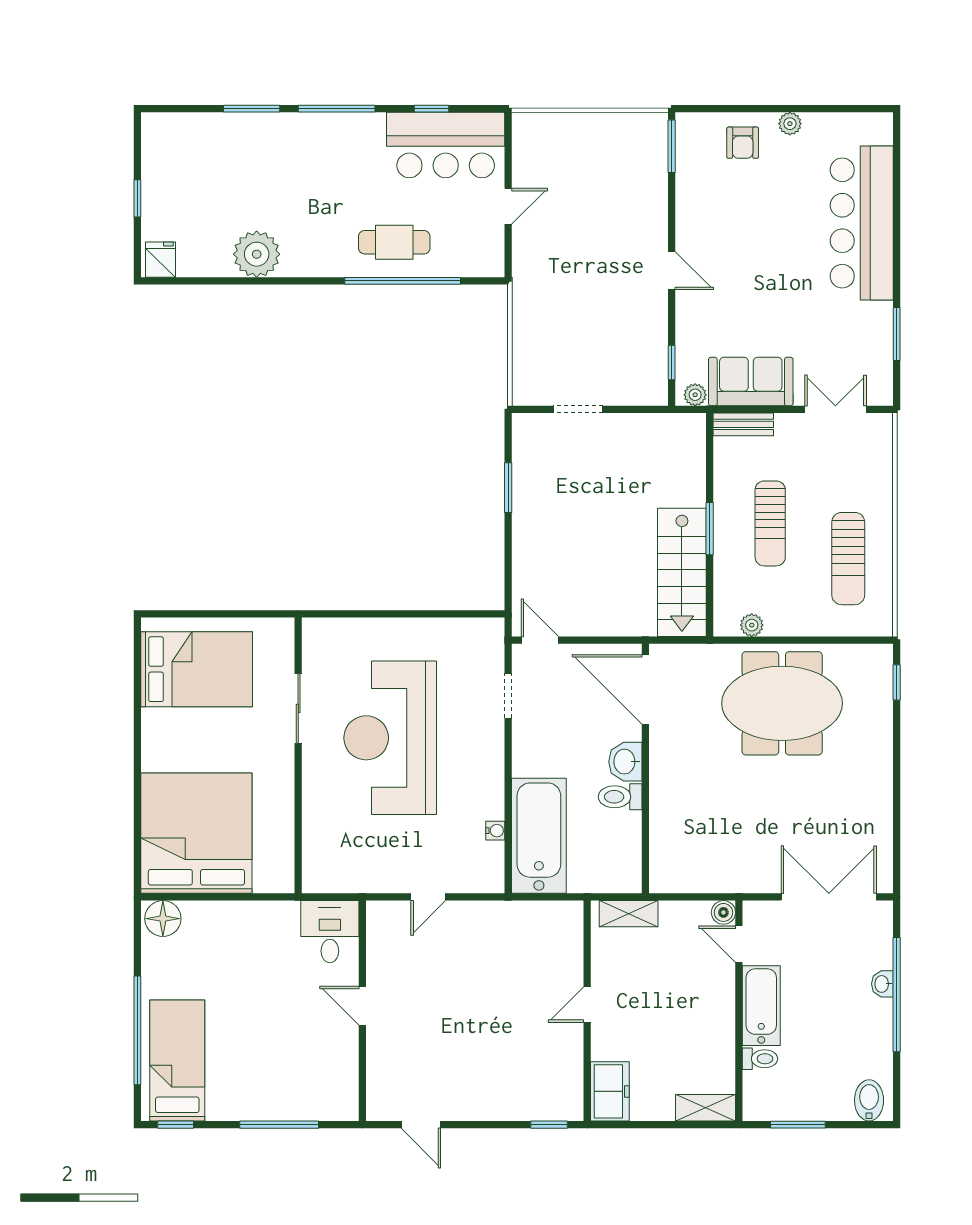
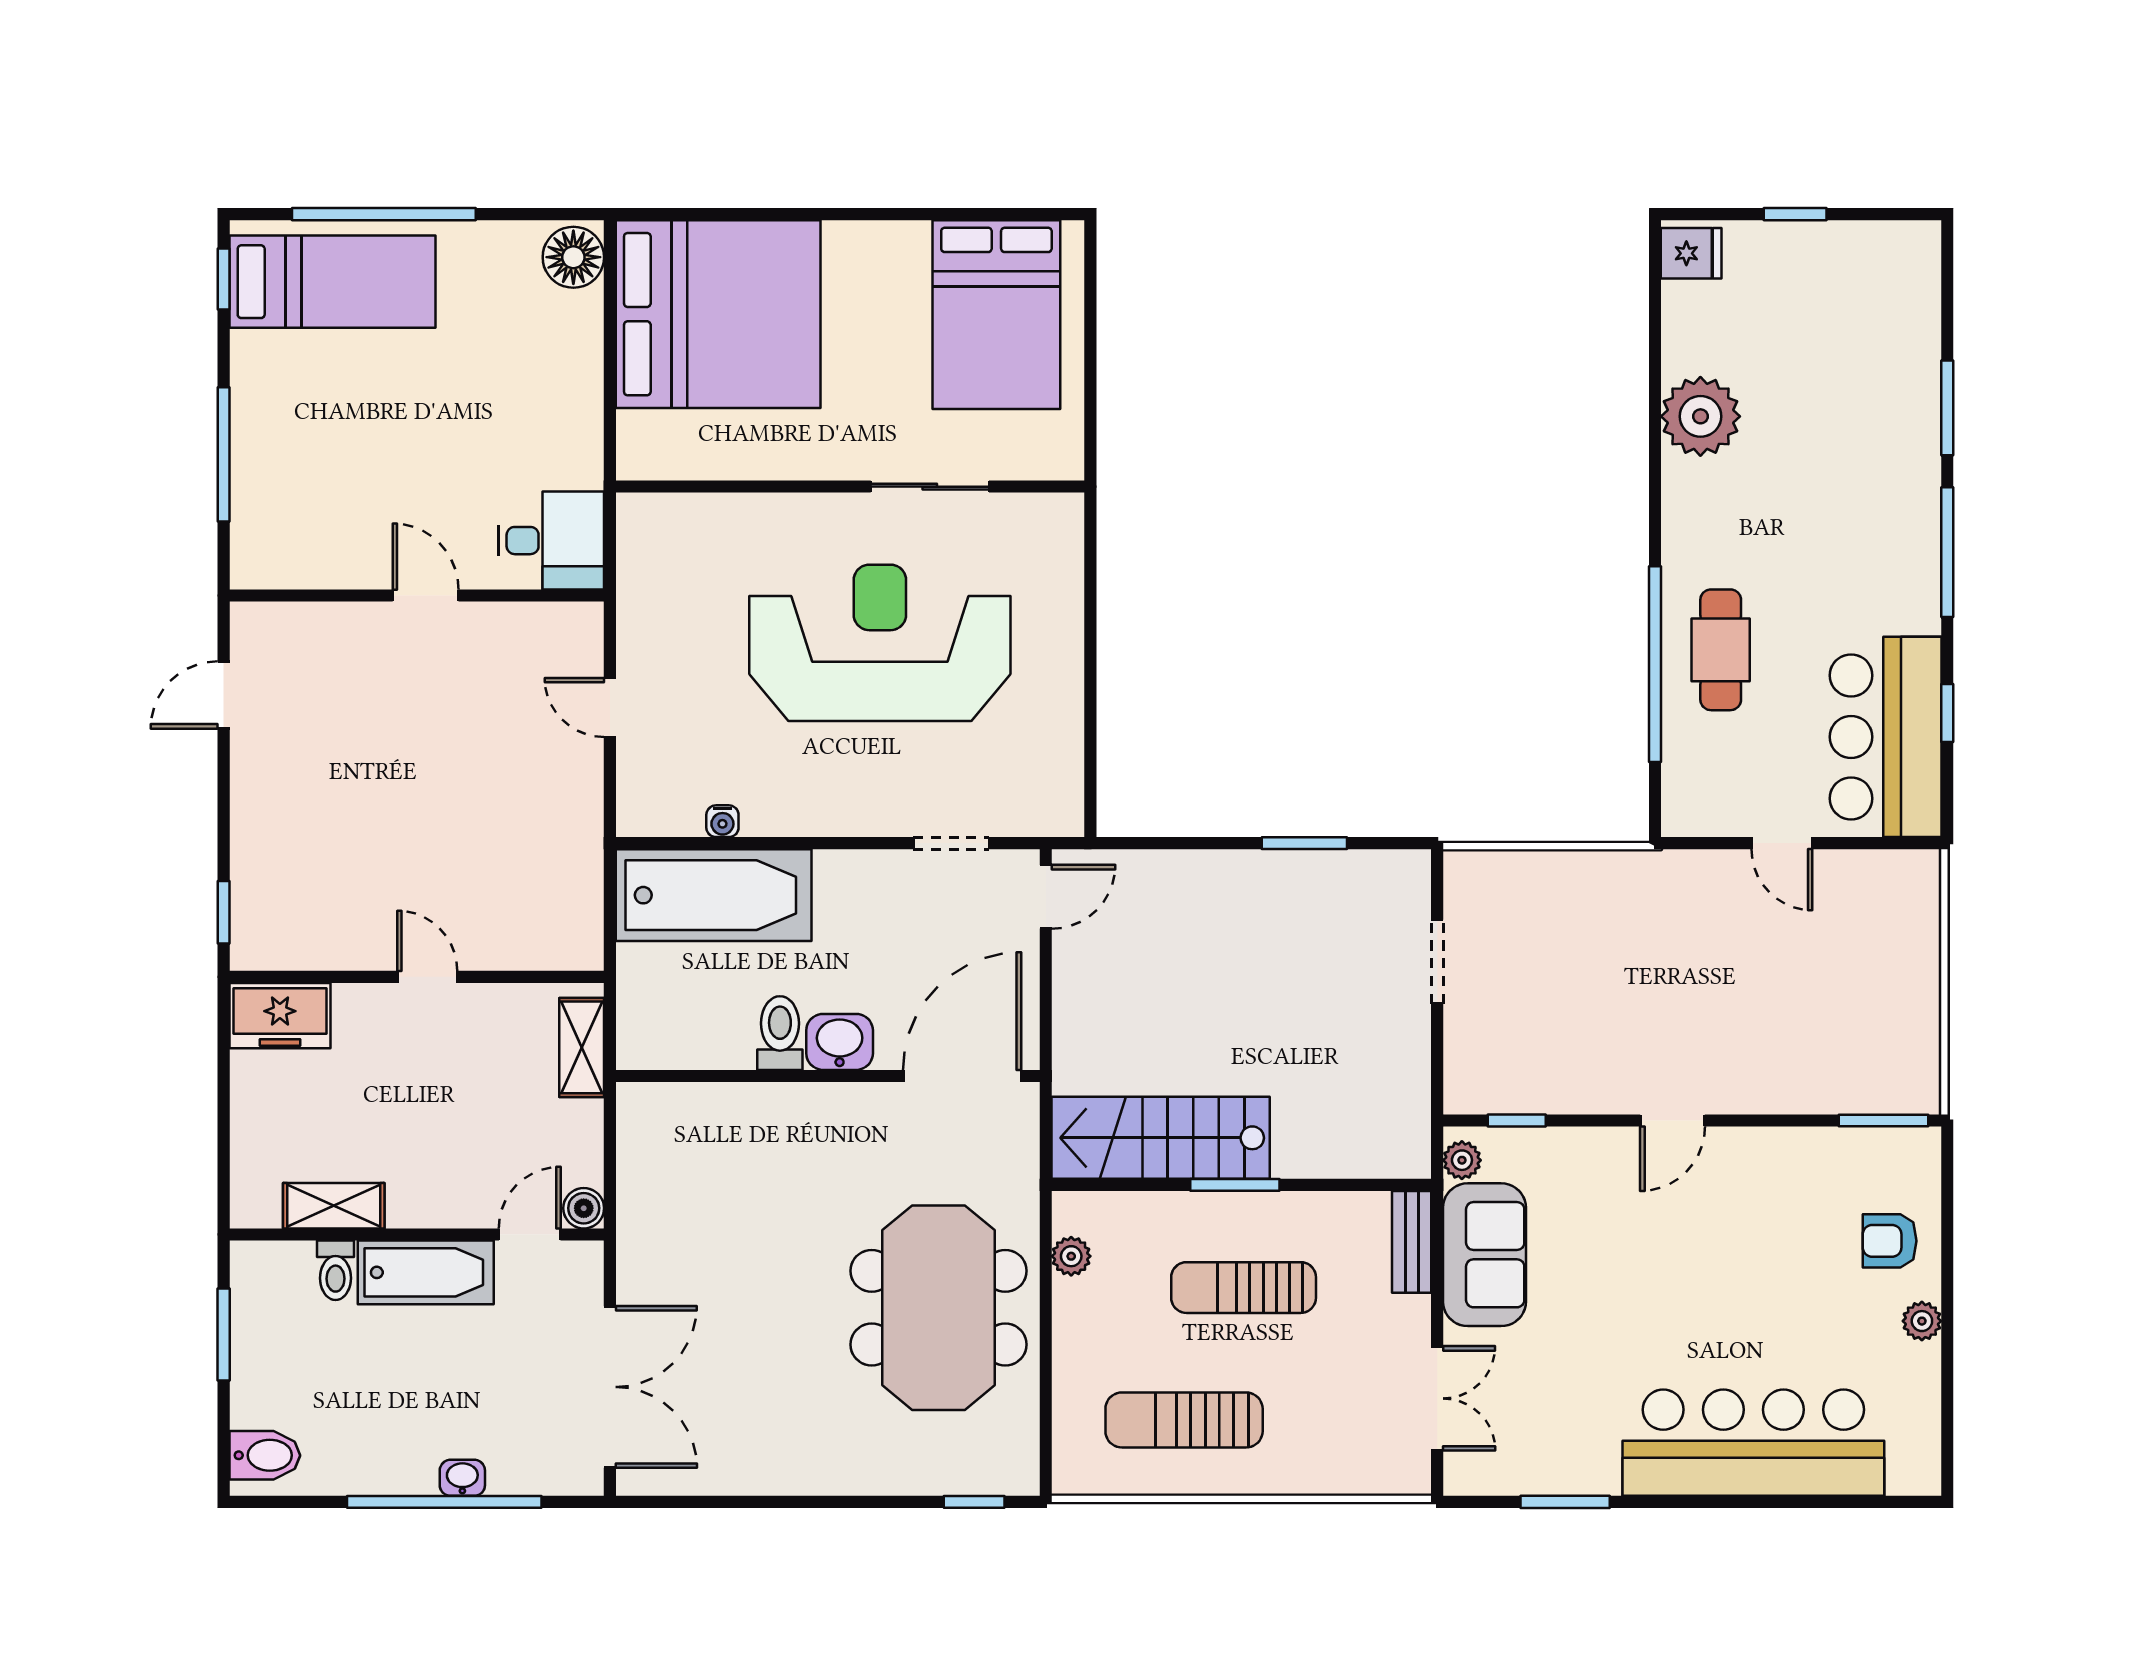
door: (362, 1006) -> (426, 596), hinge flipped
shelving: (705, 1108) -> (334, 1206), moved, turned 90

